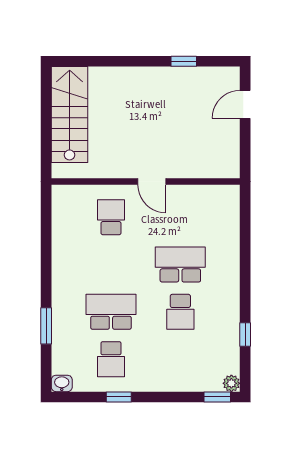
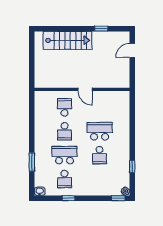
stairs: (70, 115) -> (67, 40), moved, turned 90
school desk: (111, 265) -> (65, 131), added

